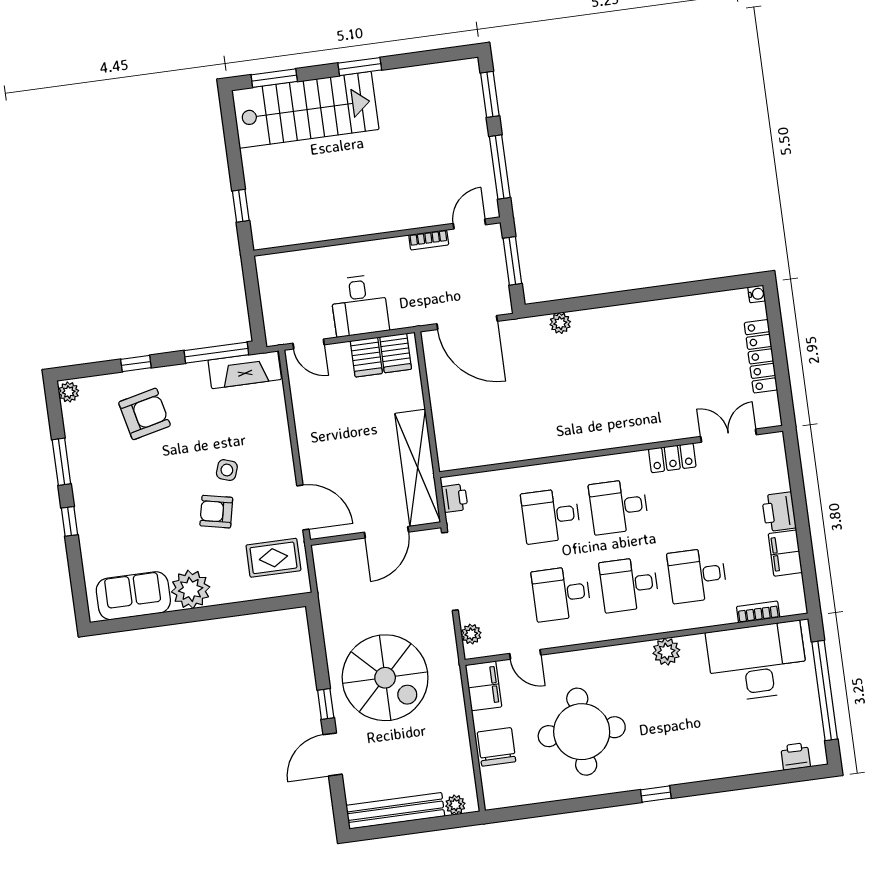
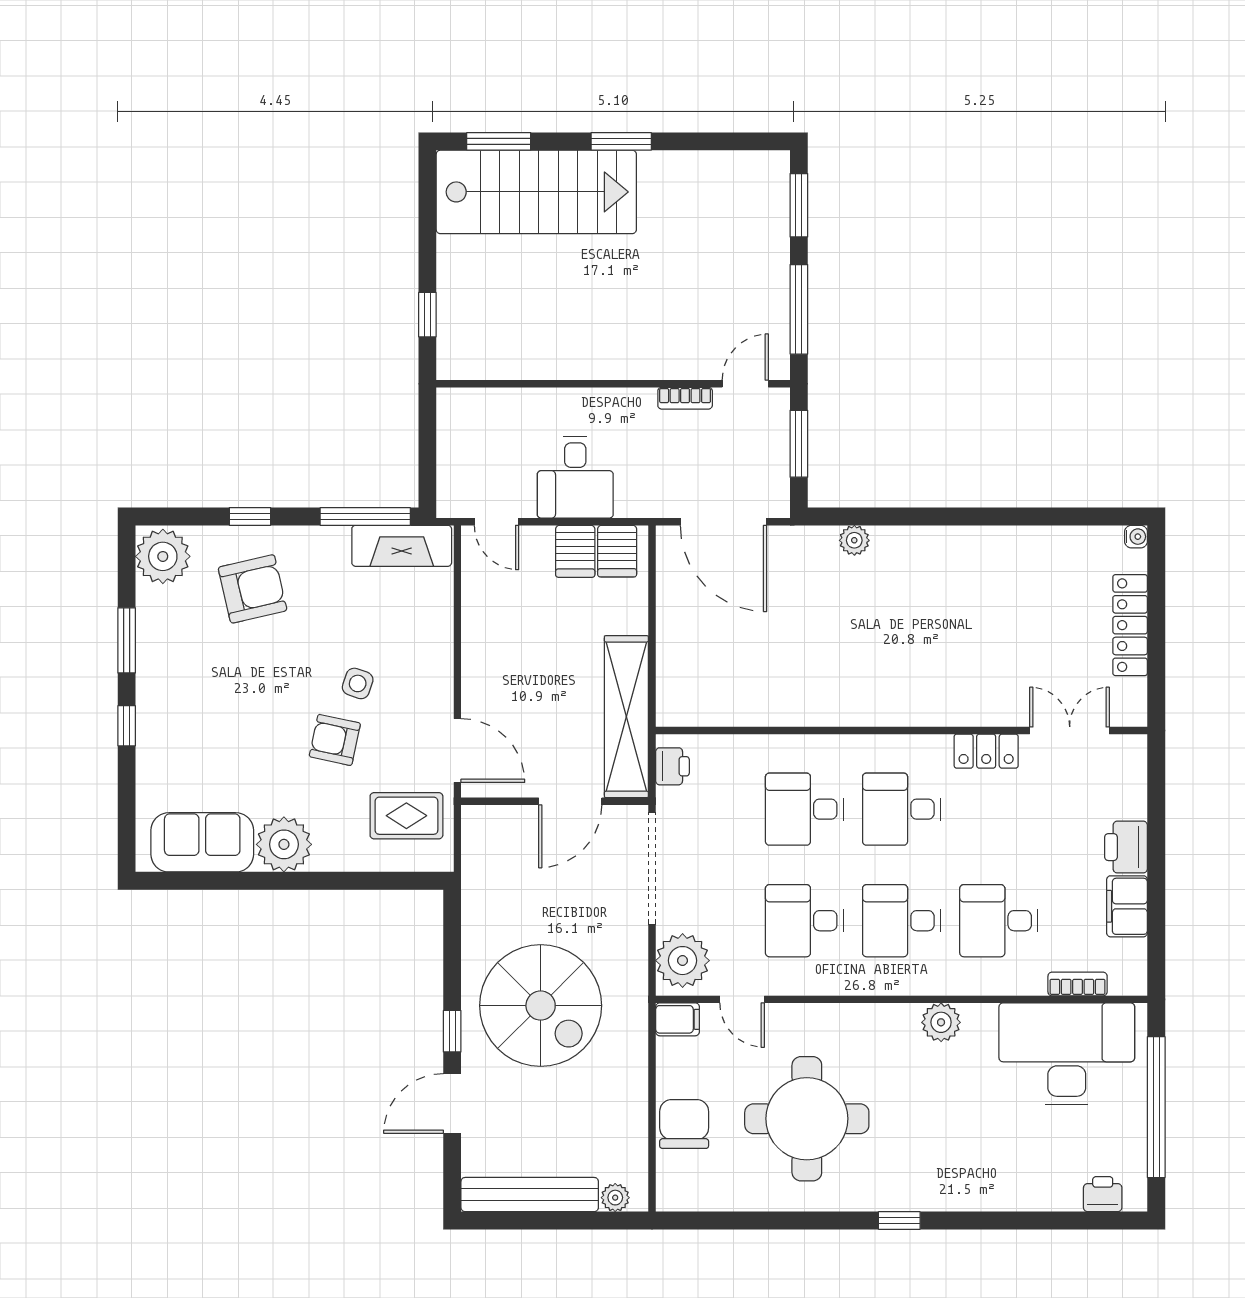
plant: (69, 392) -> (163, 556), width x1.87, depth x1.87
plant: (471, 634) -> (683, 961), width x1.88, depth x1.88
filing cabinet: (484, 686) -> (677, 1019), width x0.50

